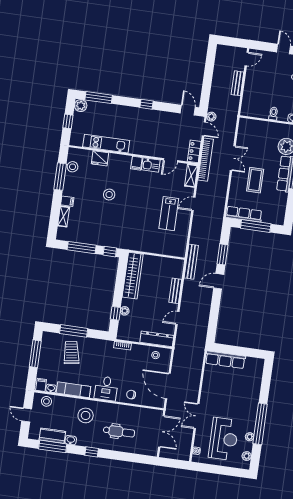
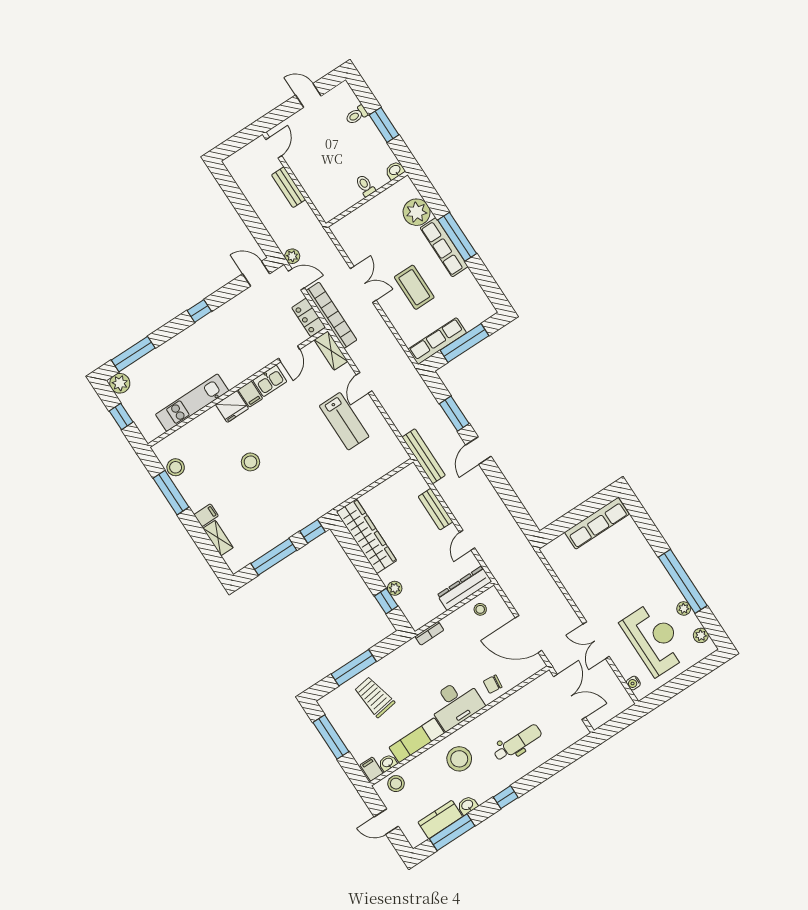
fridge: (100, 158) -> (232, 407), moved
row of seats: (225, 360) -> (597, 523), moved
desk: (106, 388) -> (456, 703), width x1.37

